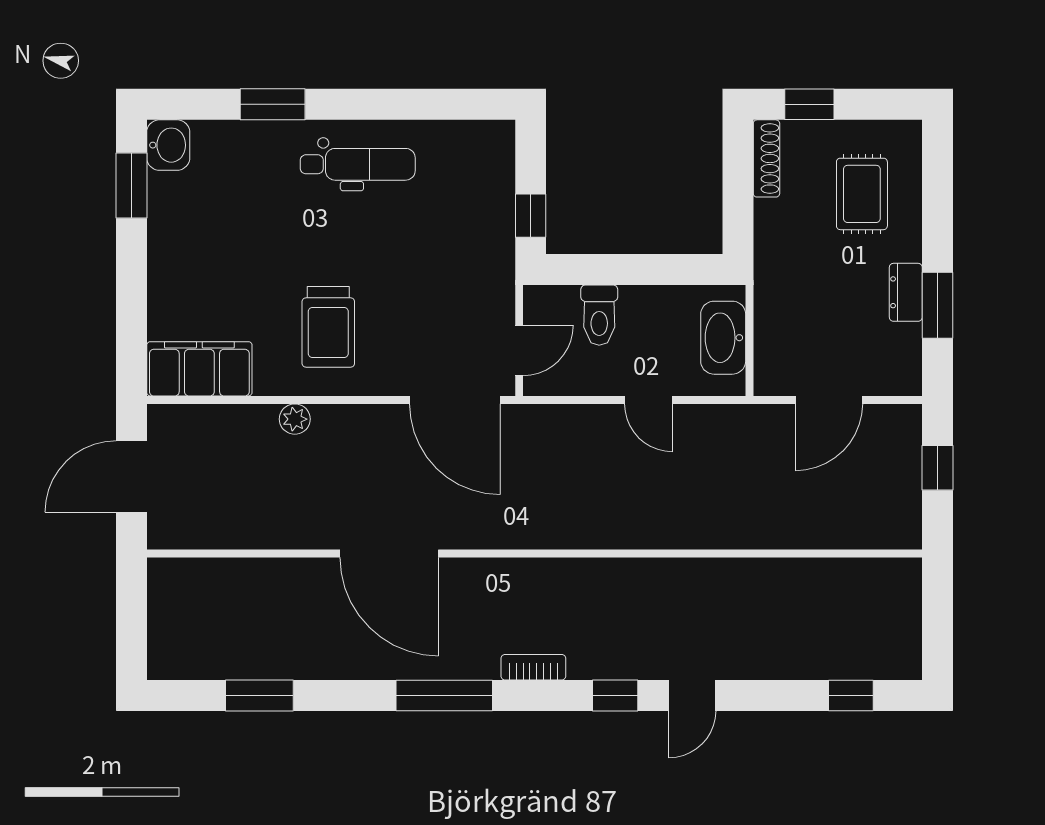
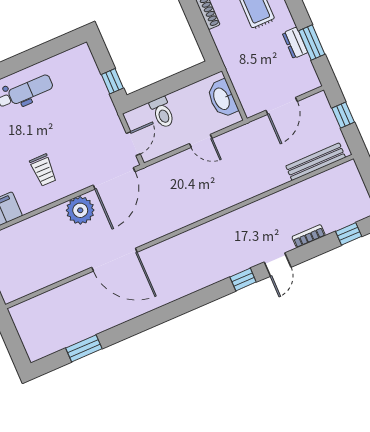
trolley: (328, 327) -> (43, 170), width x0.73, depth x0.72
door: (455, 400) -> (114, 178), hinge flipped
plant: (295, 419) -> (80, 210), moved, width x1.88, depth x1.88
bench: (848, 533) -> (316, 162), added
bookcase: (533, 667) -> (309, 236), moved
window: (444, 695) -> (167, 313), removed

